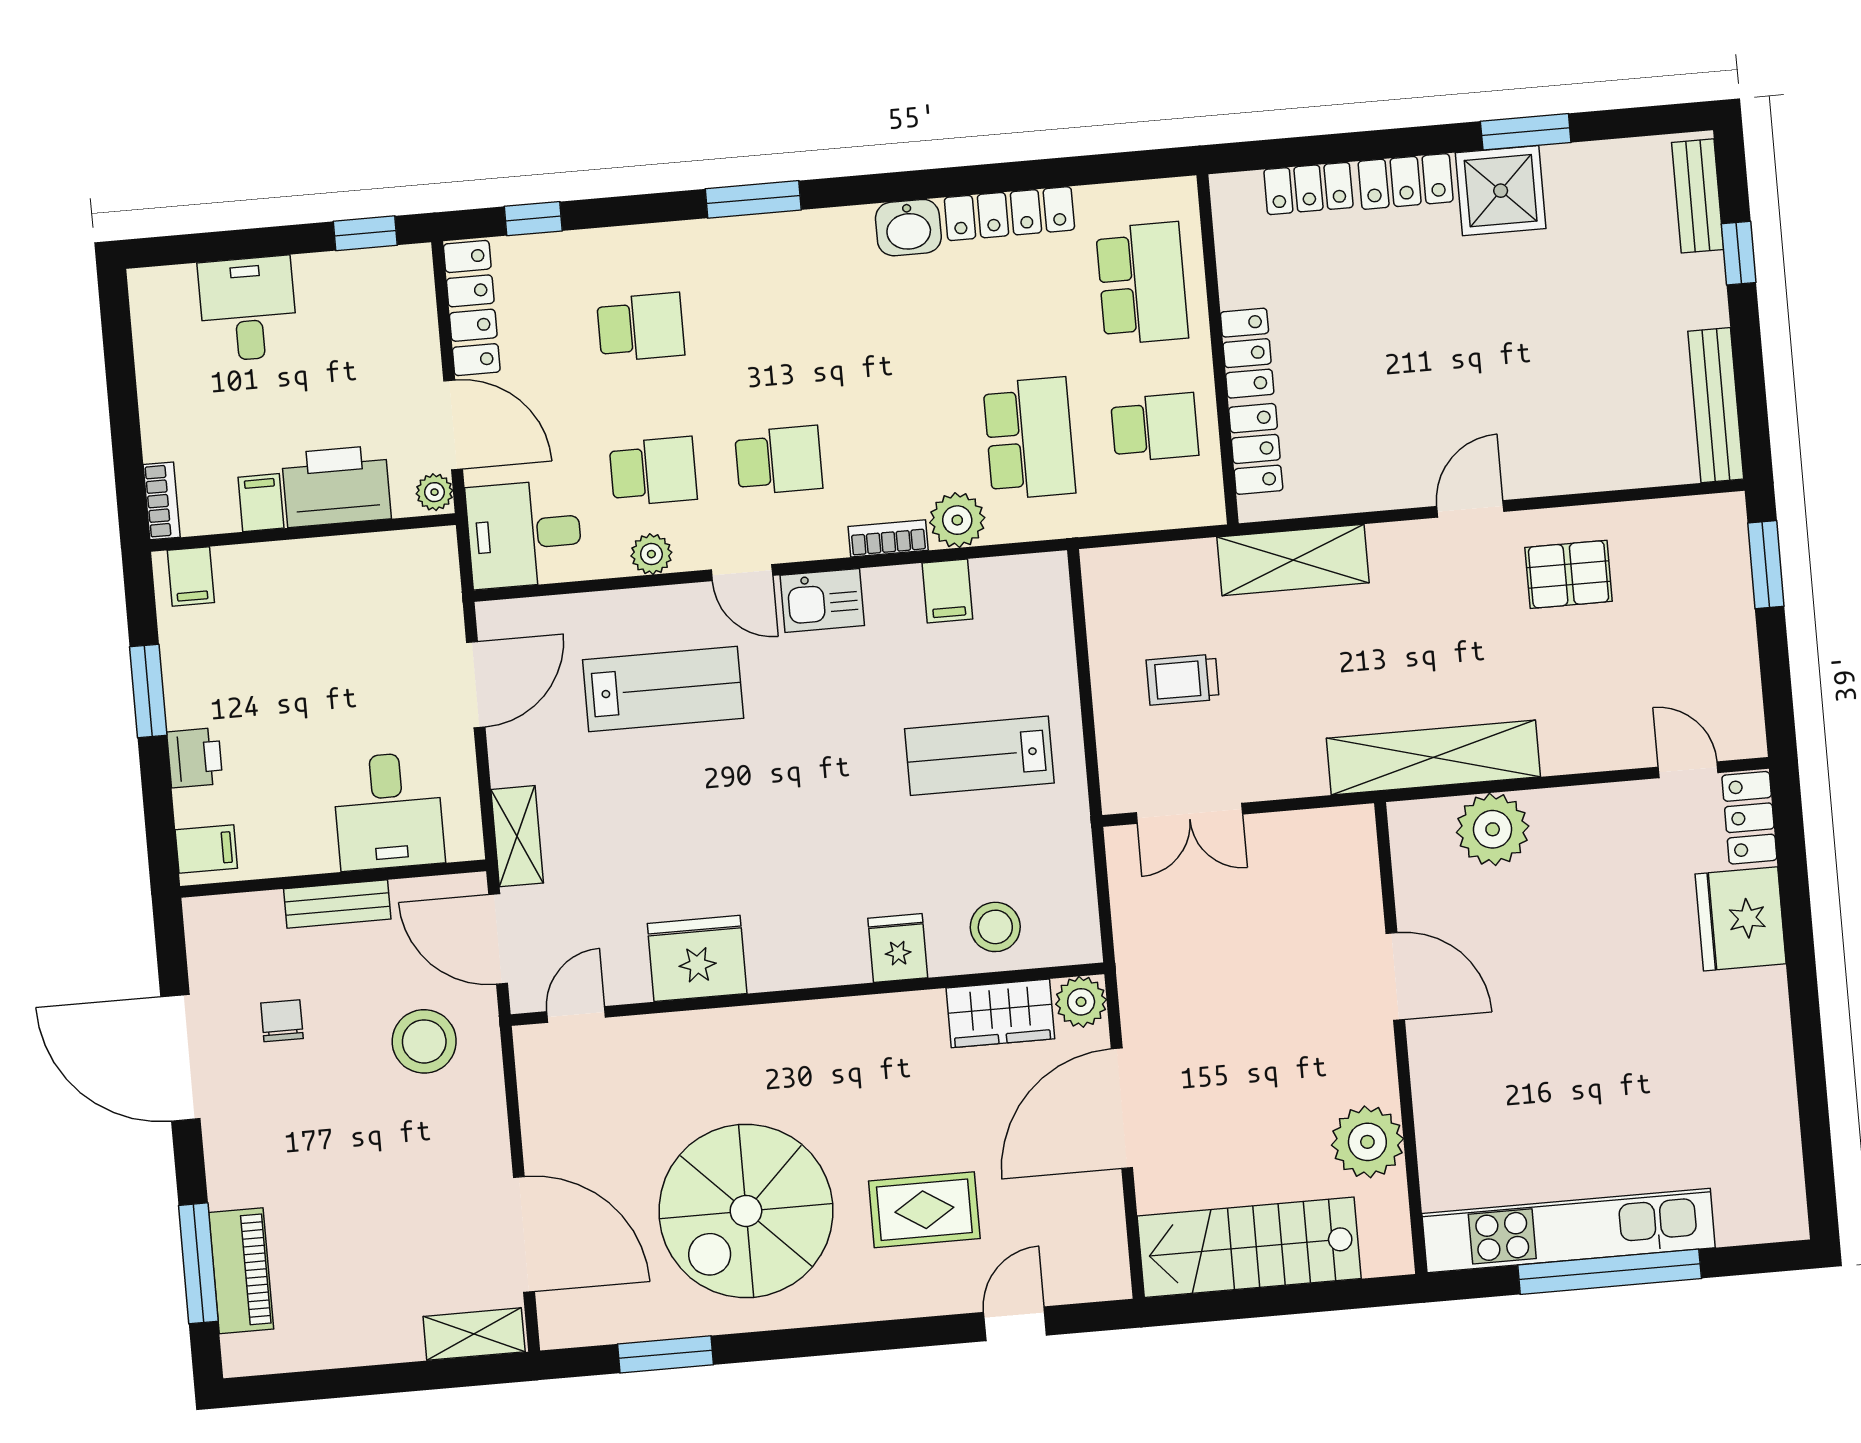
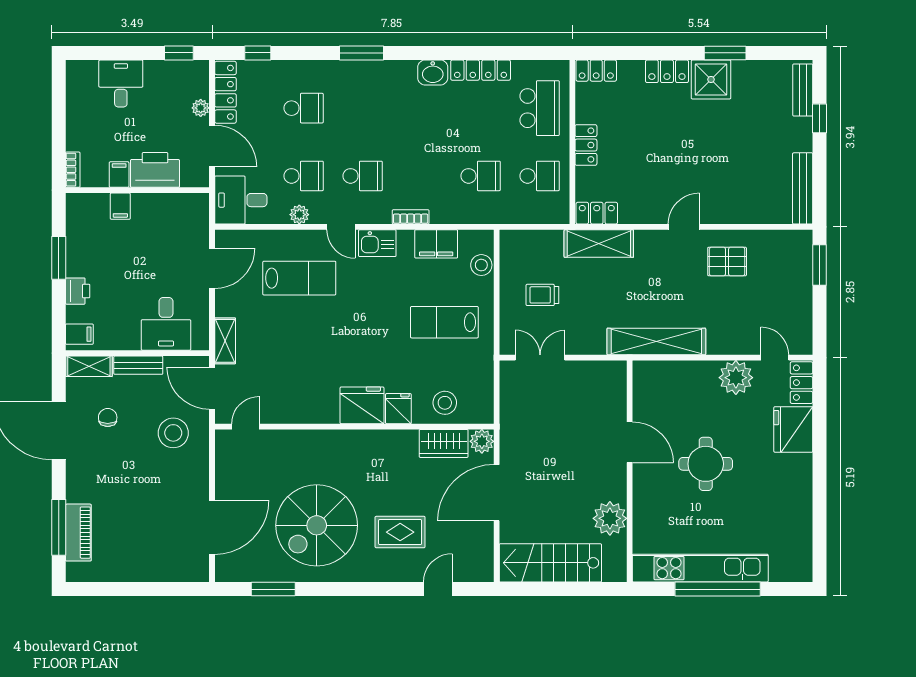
locker: (1308, 188) -> (596, 71), moved
school desk: (1029, 438) -> (481, 176), width x0.54
locker: (1256, 449) -> (597, 213), moved, turned -90
plant: (435, 492) -> (201, 108), moved
plant: (957, 520) -> (444, 211), removed
filing cabinet: (191, 576) -> (120, 206), moved
filing cabinet: (947, 591) -> (436, 244), width x2.00
stool: (1047, 627) -> (481, 265), added
double door: (1189, 813) -> (540, 358), swing flipped
plant: (1493, 829) -> (736, 378), moved
fridge: (697, 958) -> (362, 405), moved
round table: (1561, 1008) -> (706, 464), added
door: (524, 1234) -> (212, 527), hinge flipped
shelving: (474, 1334) -> (89, 366), moved

